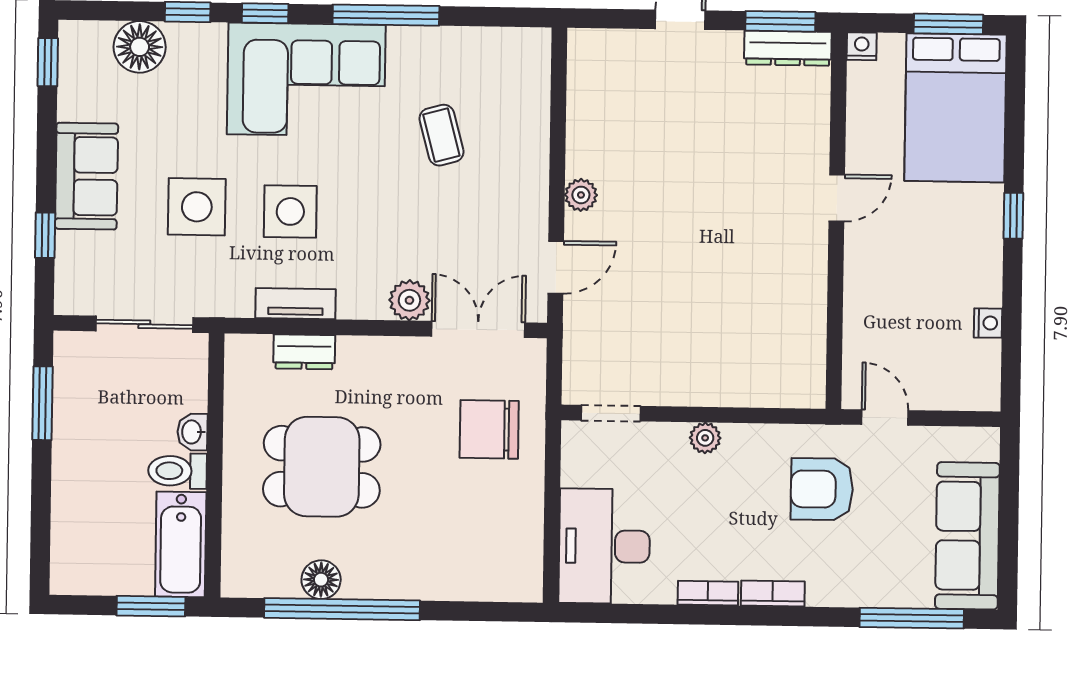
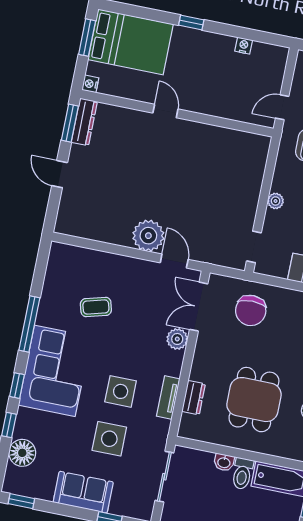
plant: (581, 195) -> (148, 236), width x1.87, depth x1.87

